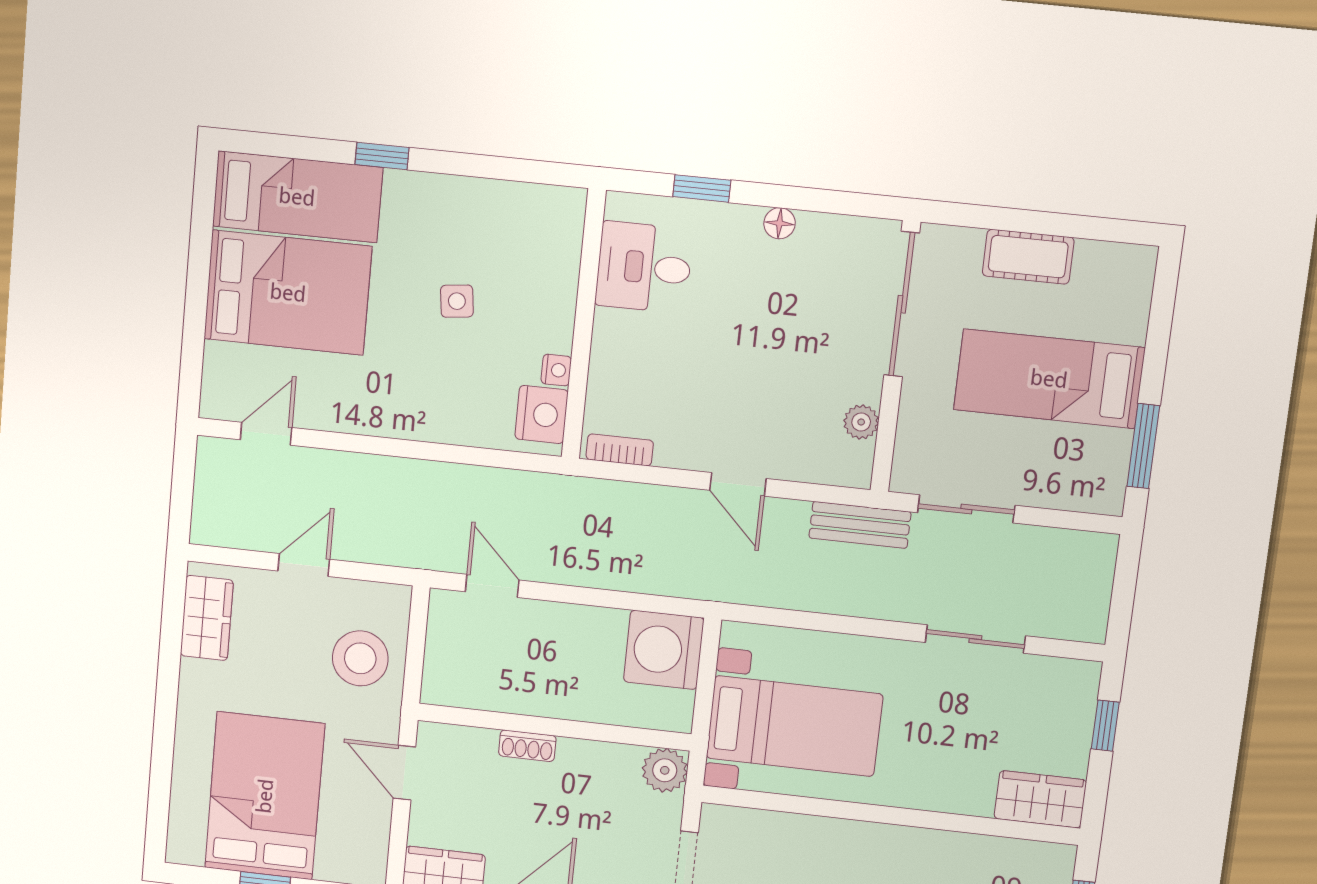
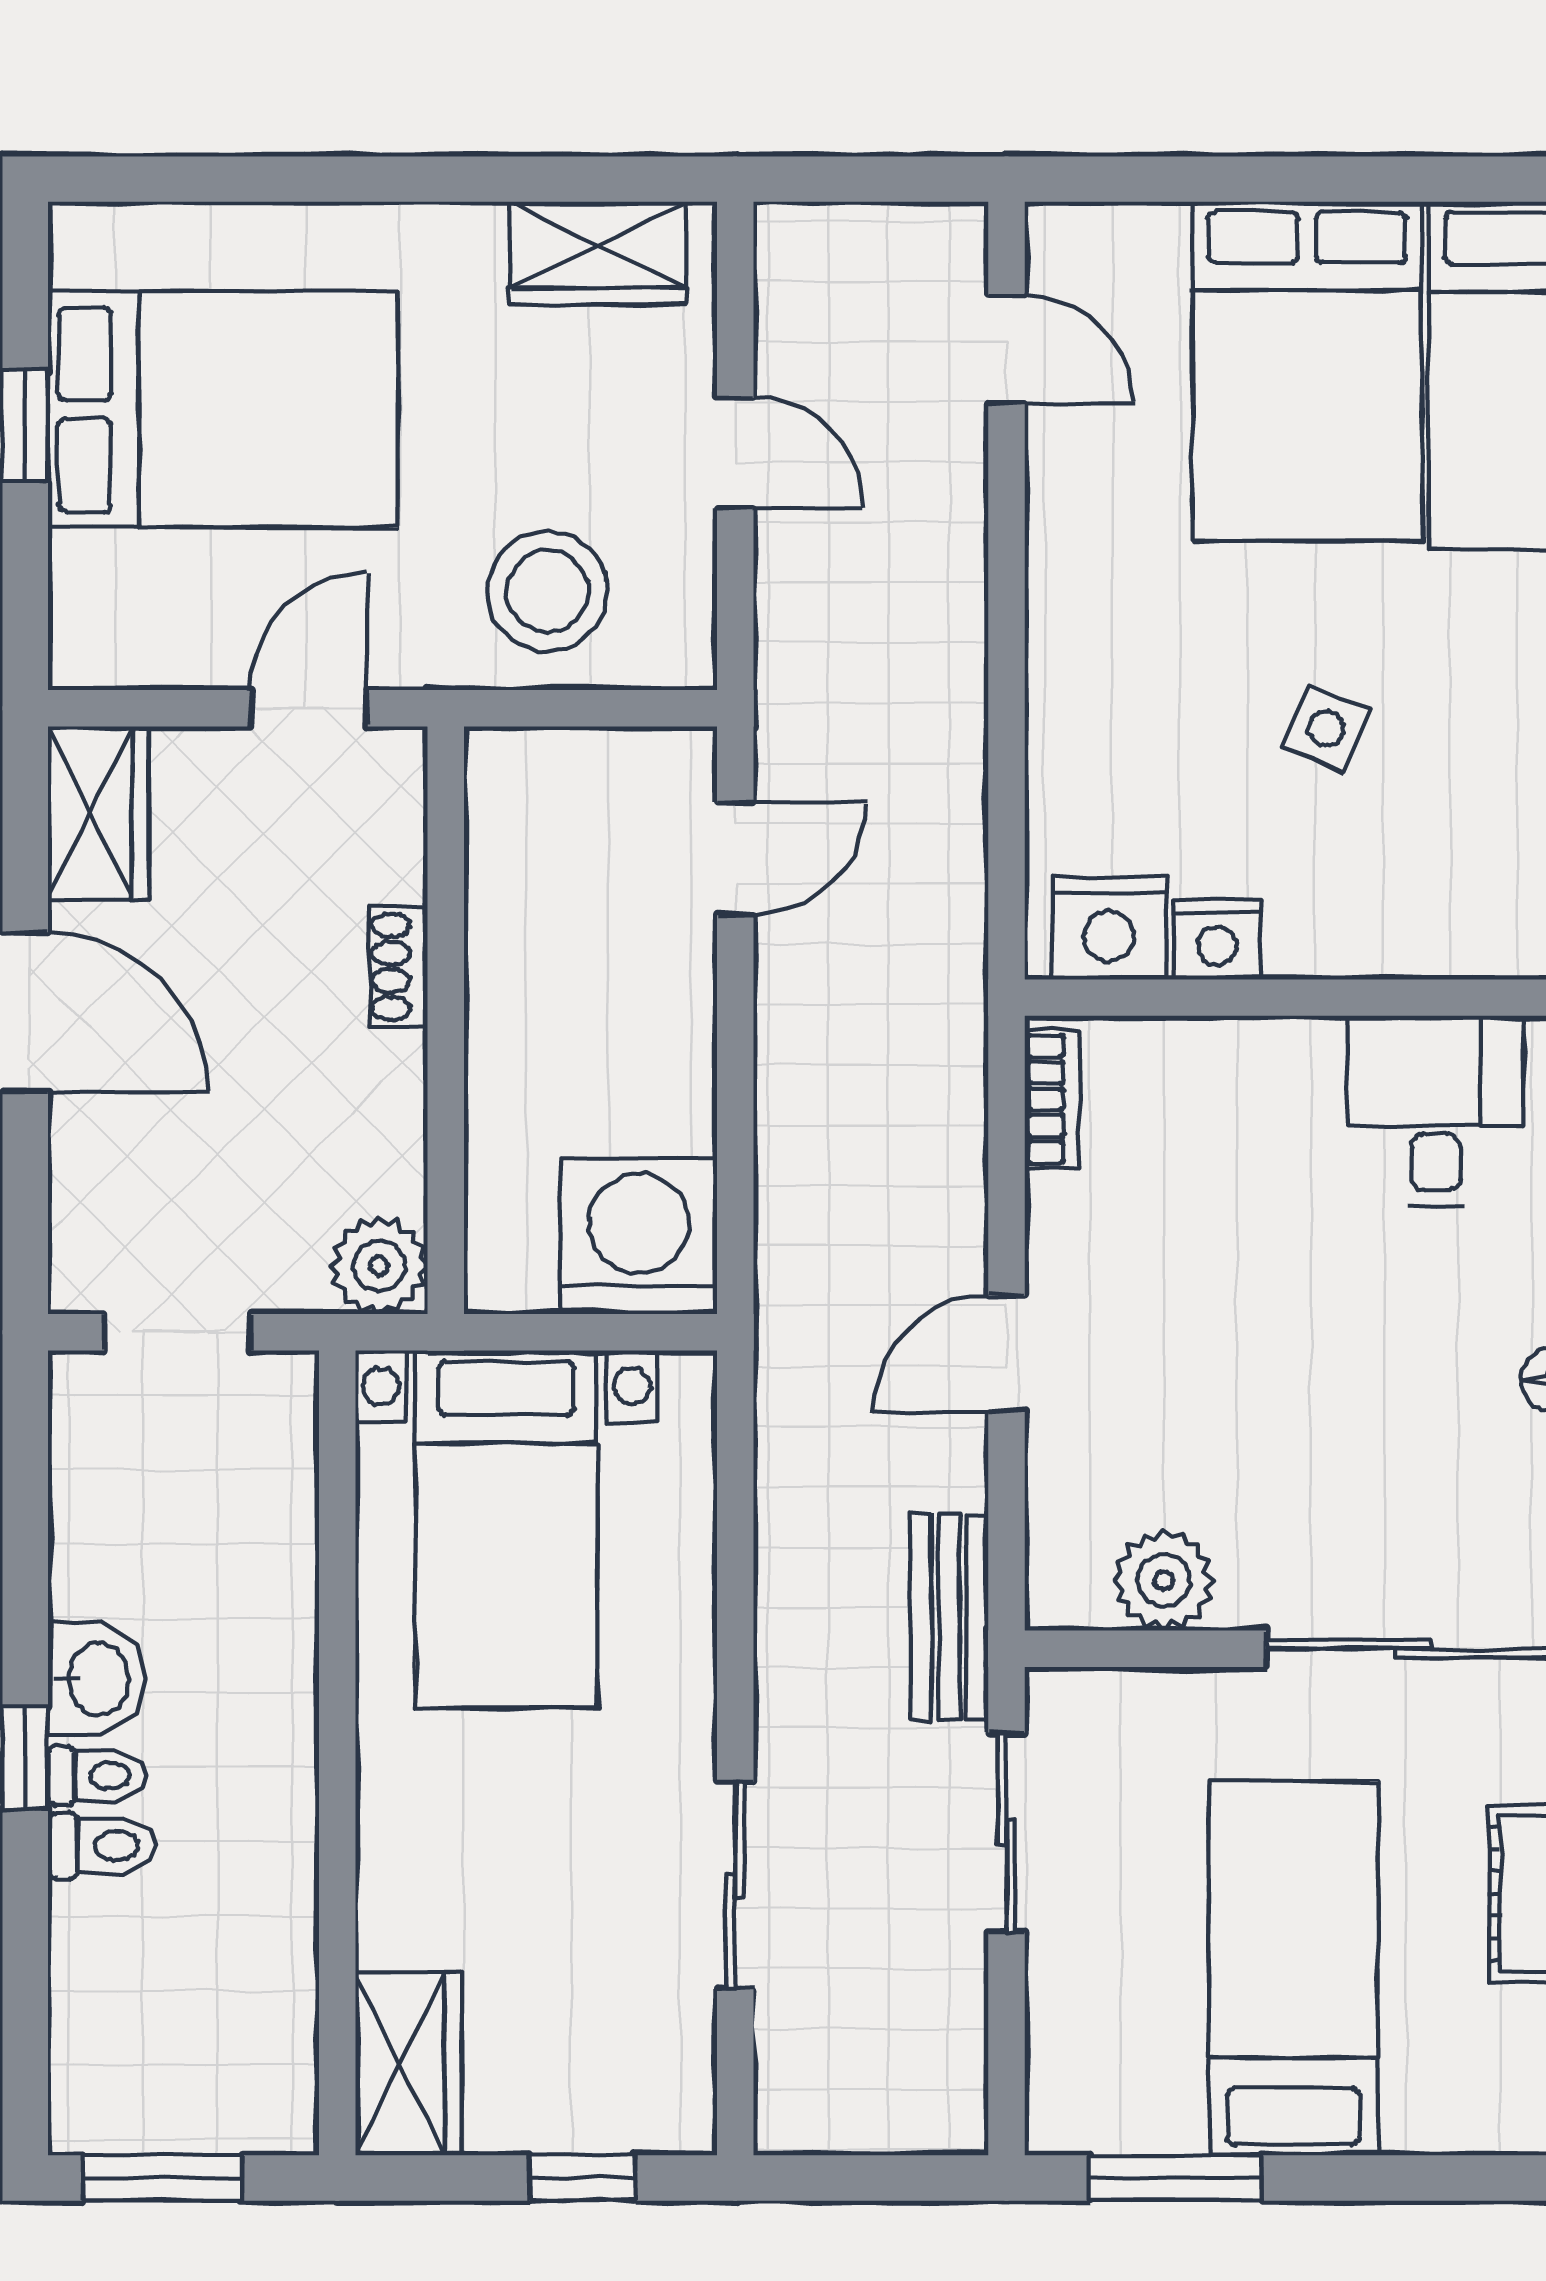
side table: (457, 301) -> (1326, 729), turned 30
nightstand: (556, 370) -> (1217, 939), width x1.39, depth x1.35
plant: (861, 422) -> (1164, 1580), width x1.38, depth x1.38

